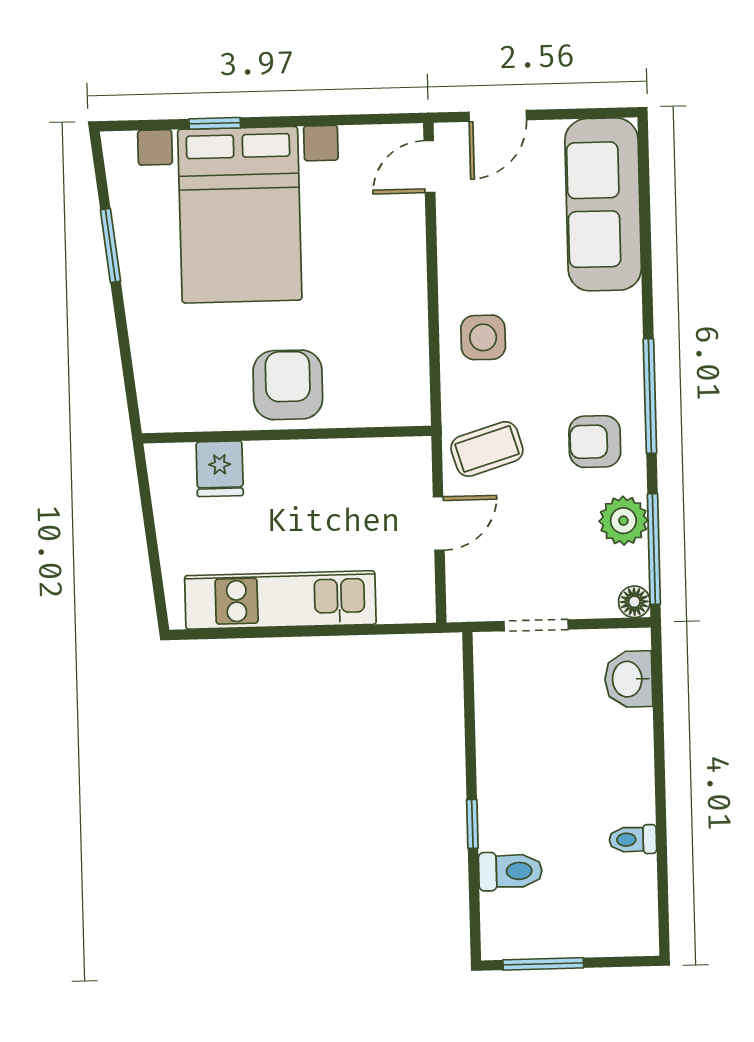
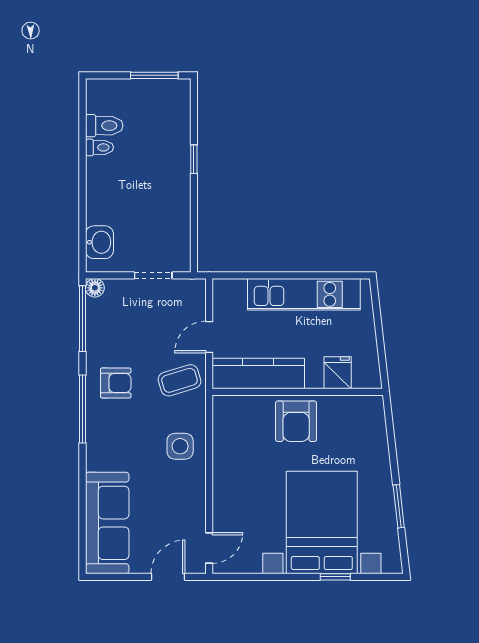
kitchen counter: (354, 464) -> (258, 374), added
plant: (623, 521) -> (100, 336), removed
toilet: (510, 871) -> (104, 126), moved, turned 180

